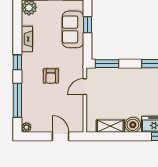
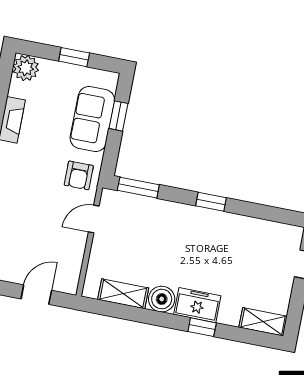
armchair: (51, 76) -> (79, 175), moved
door: (61, 136) -> (36, 295), hinge flipped

